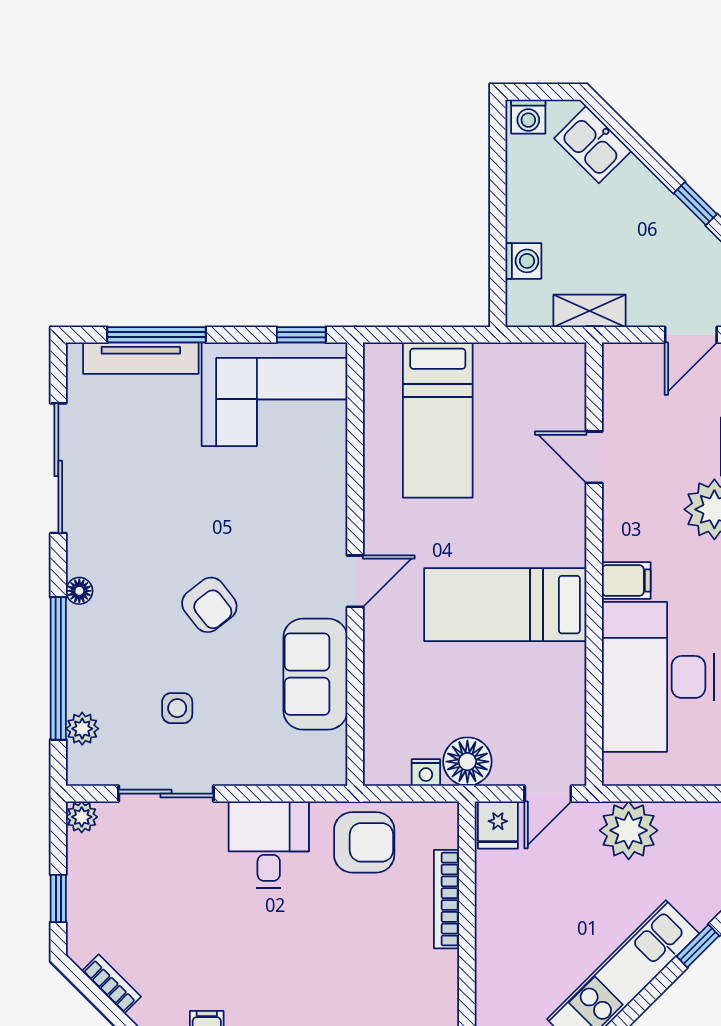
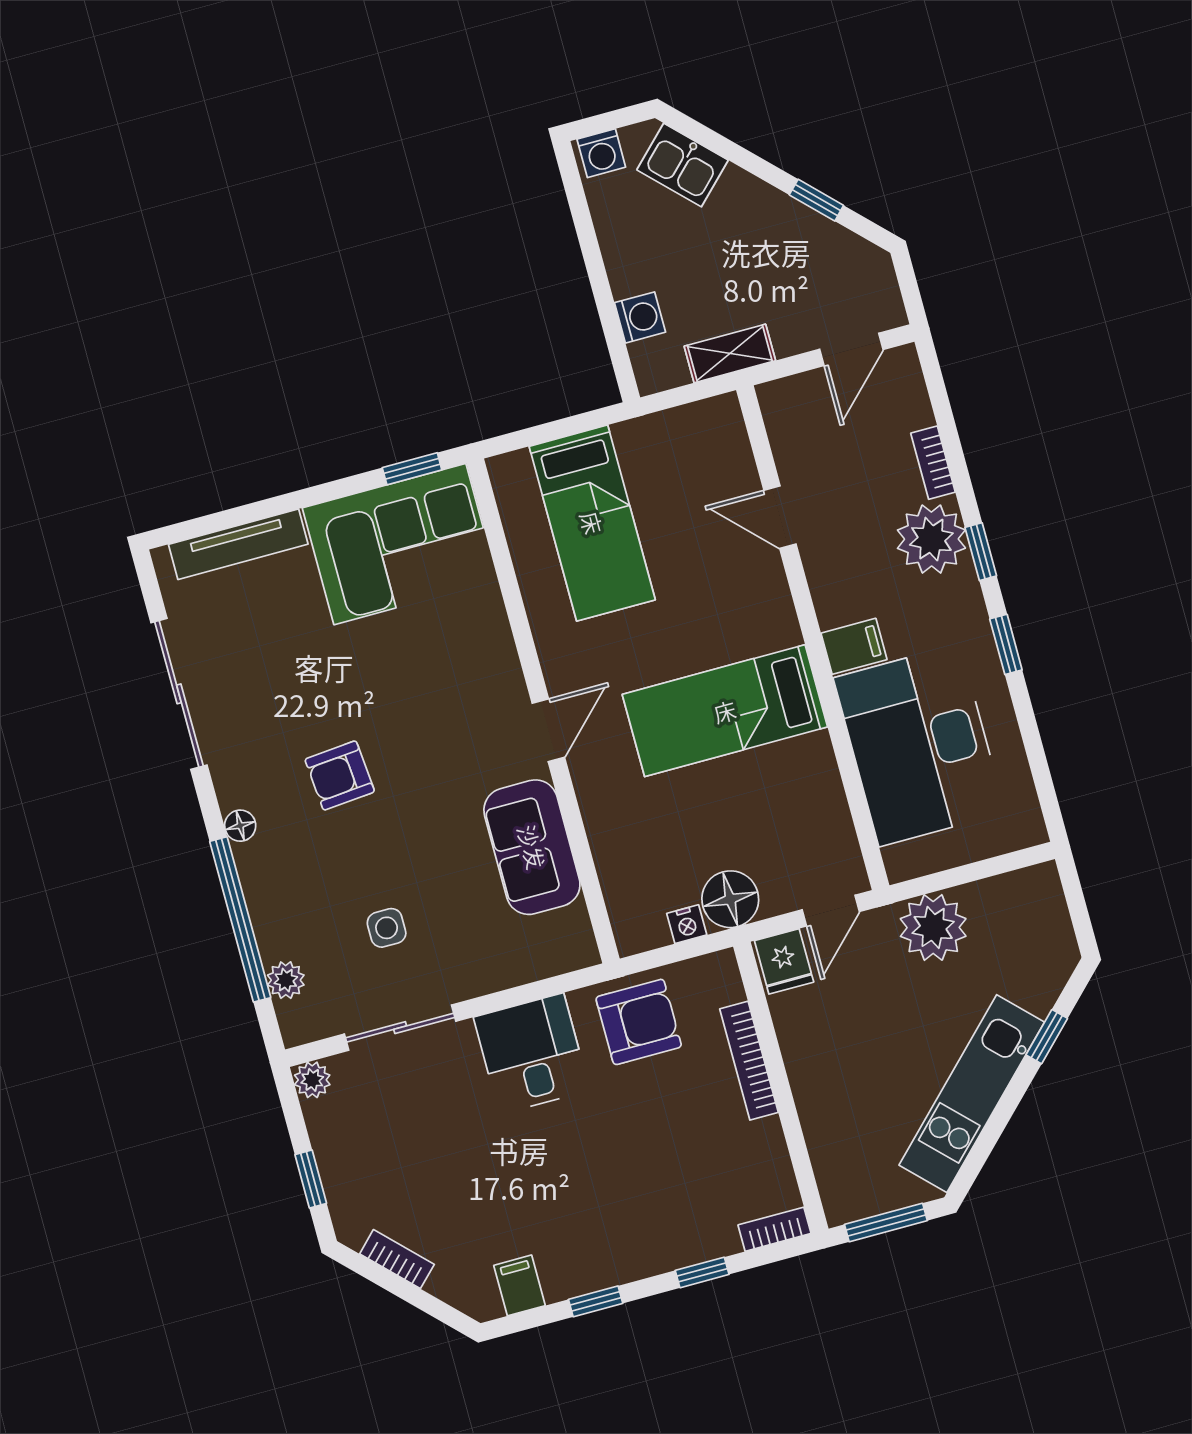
window: (157, 335) -> (249, 513), removed
armchair: (209, 605) -> (340, 775), moved, turned 123

